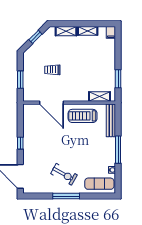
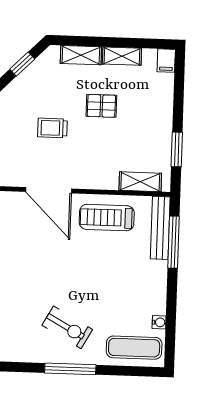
pallet: (78, 57) -> (101, 106), added
window: (118, 150) -> (173, 242), moved

